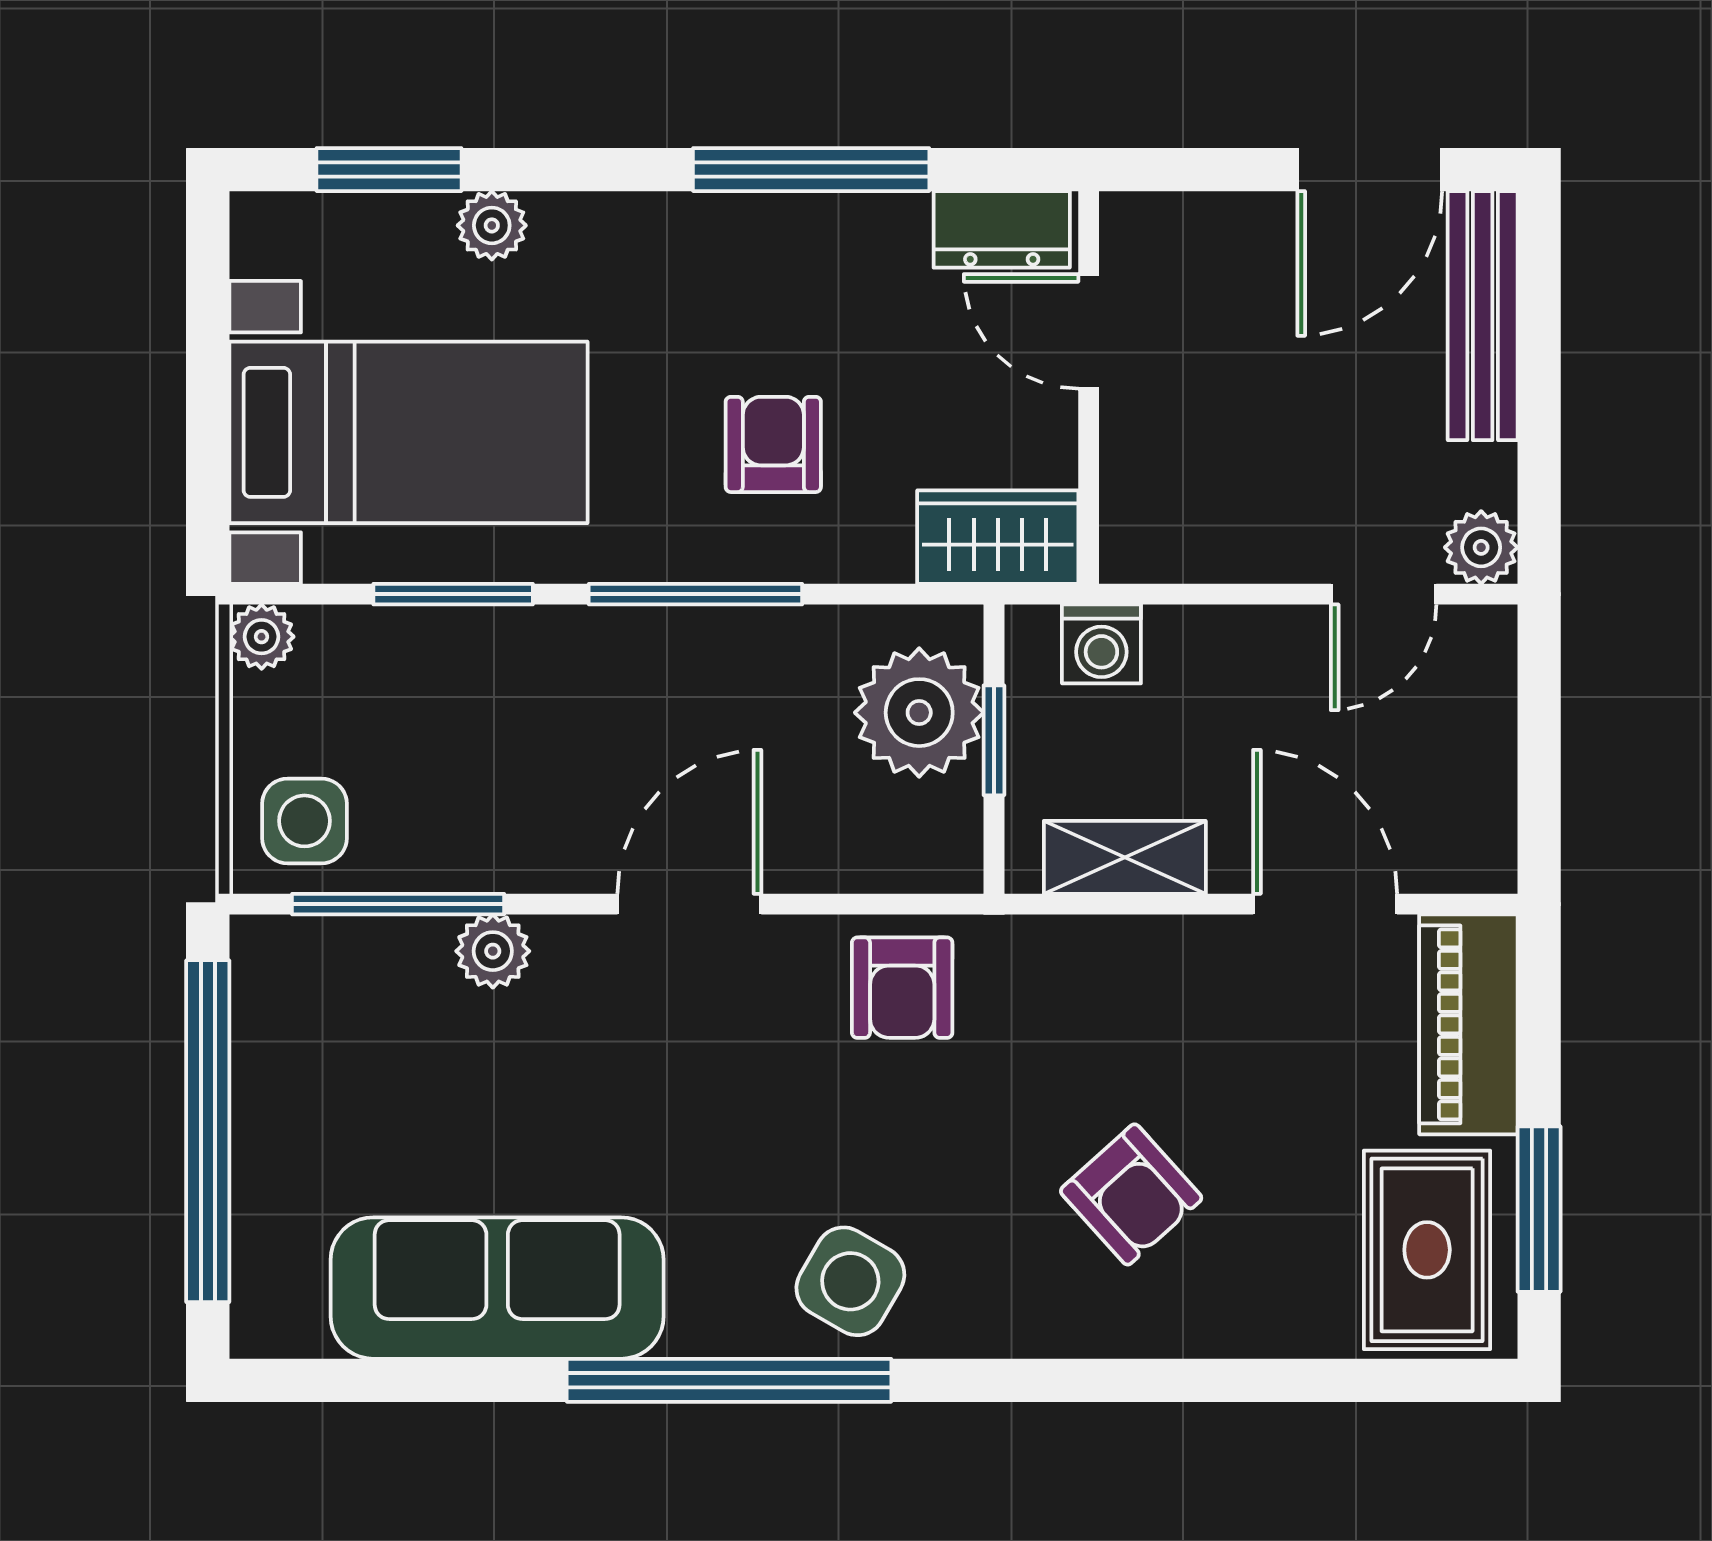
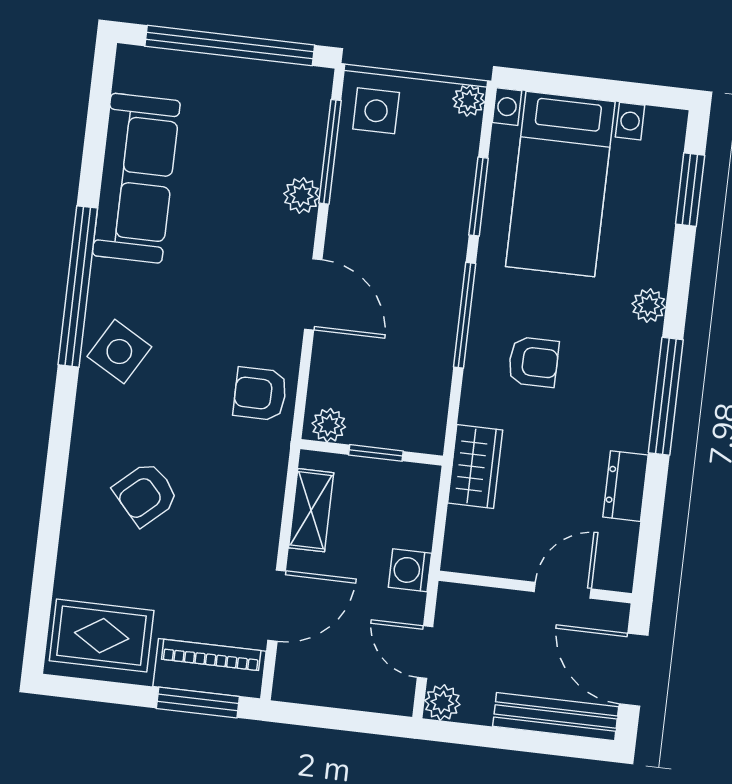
plant: (492, 225) -> (649, 305), moved
door: (1089, 331) -> (563, 590), moved
wall: (1089, 387) -> (535, 587), moved
washing machine: (1101, 644) -> (410, 570), moved
plant: (919, 713) -> (329, 425), moved, width x0.53, depth x0.53
window: (1539, 1209) -> (198, 703), moved

